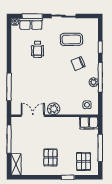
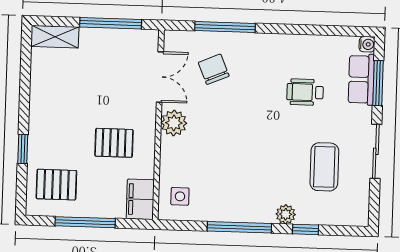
chair: (78, 64) -> (214, 69), moved
plant: (94, 82) -> (286, 214), moved
pallet: (50, 157) -> (114, 143), moved

